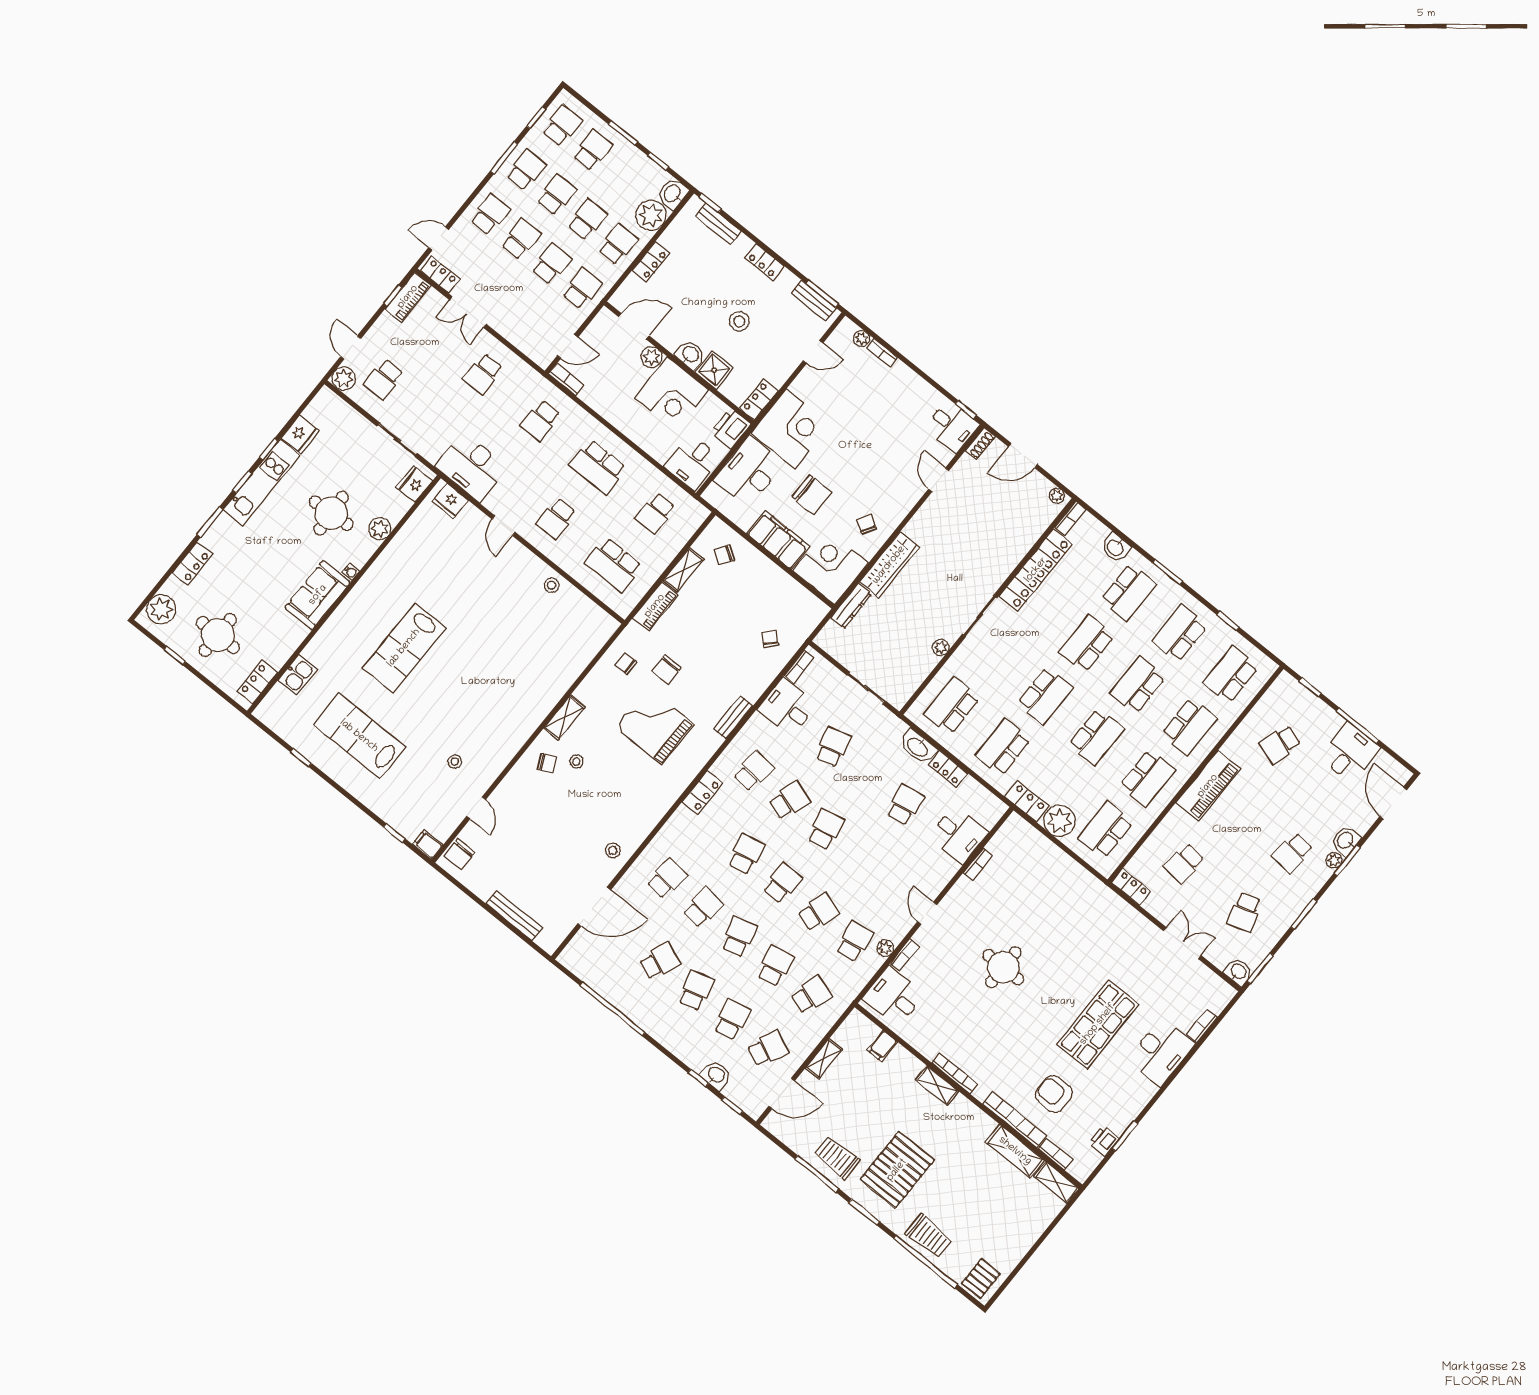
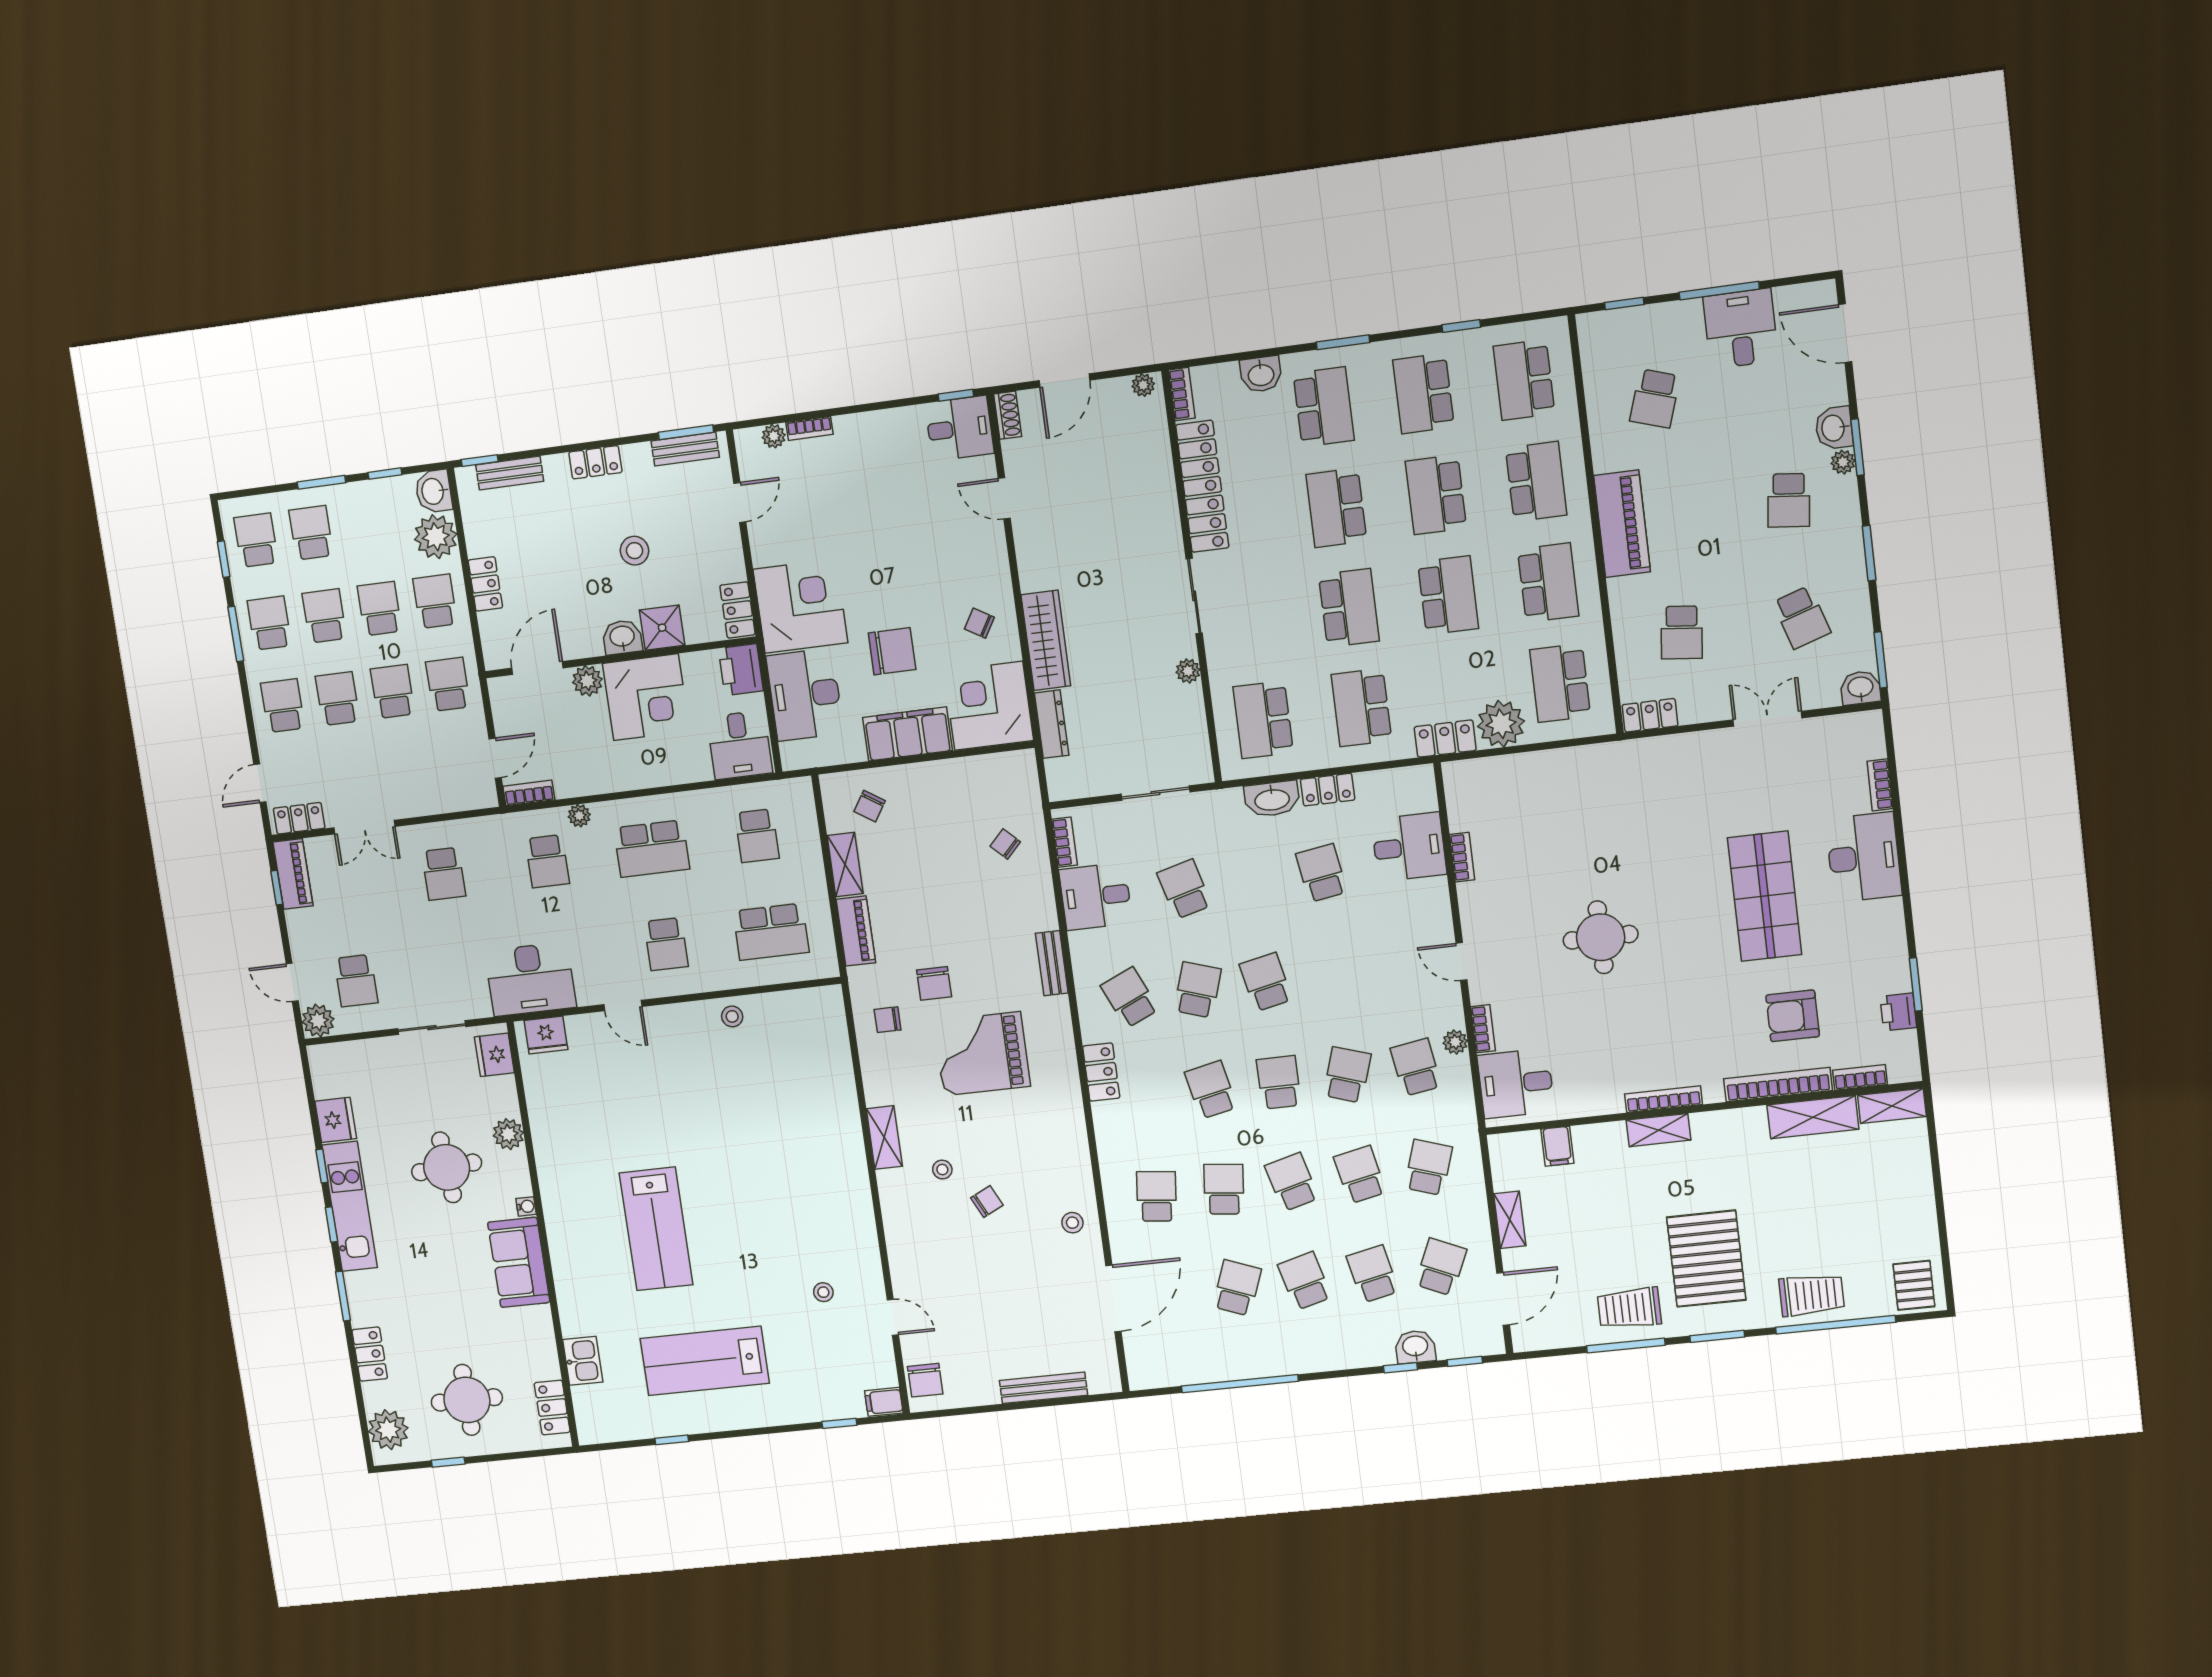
plant: (579, 415) -> (579, 816), added
chair: (547, 763) -> (987, 1201), moved
school desk: (753, 771) -> (1130, 998), turned -30

